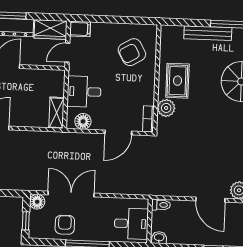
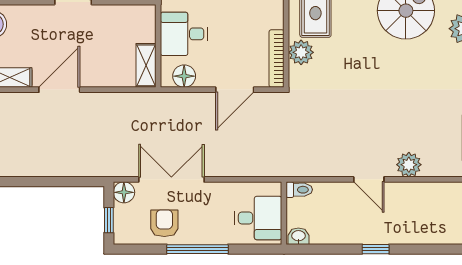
bookcase: (148, 119) -> (277, 58), width x1.56
door: (210, 200) -> (369, 179), width x0.73

